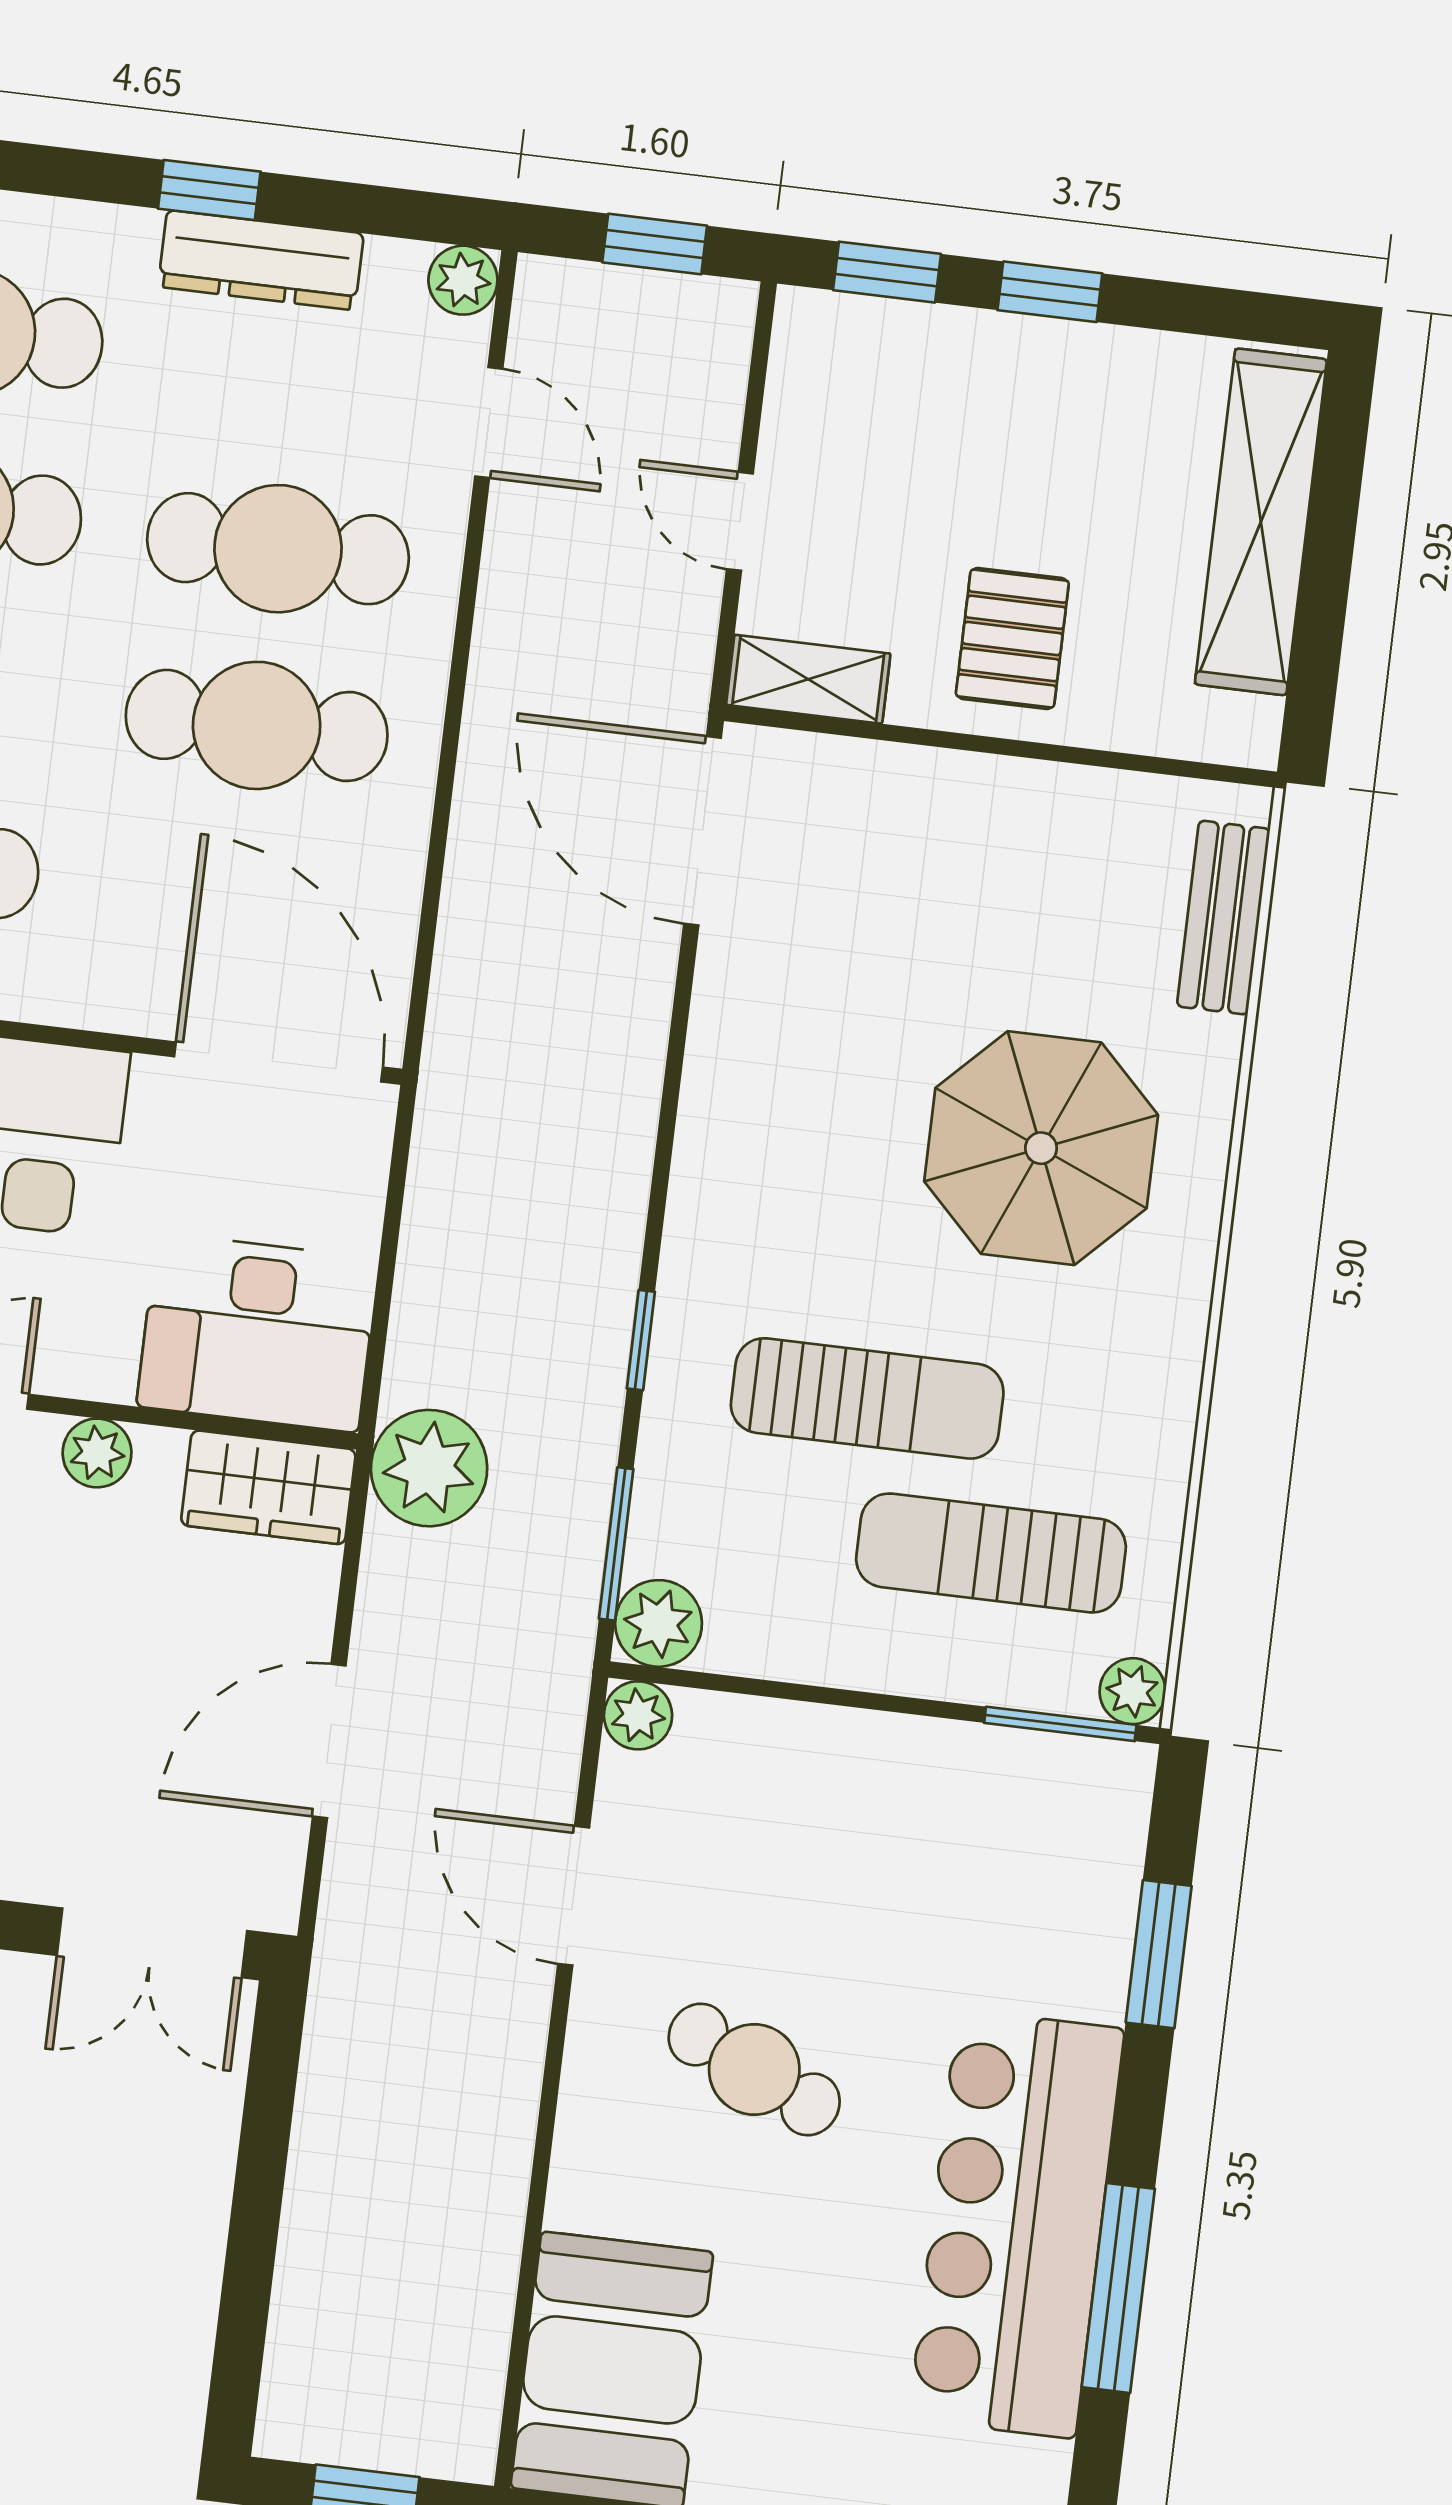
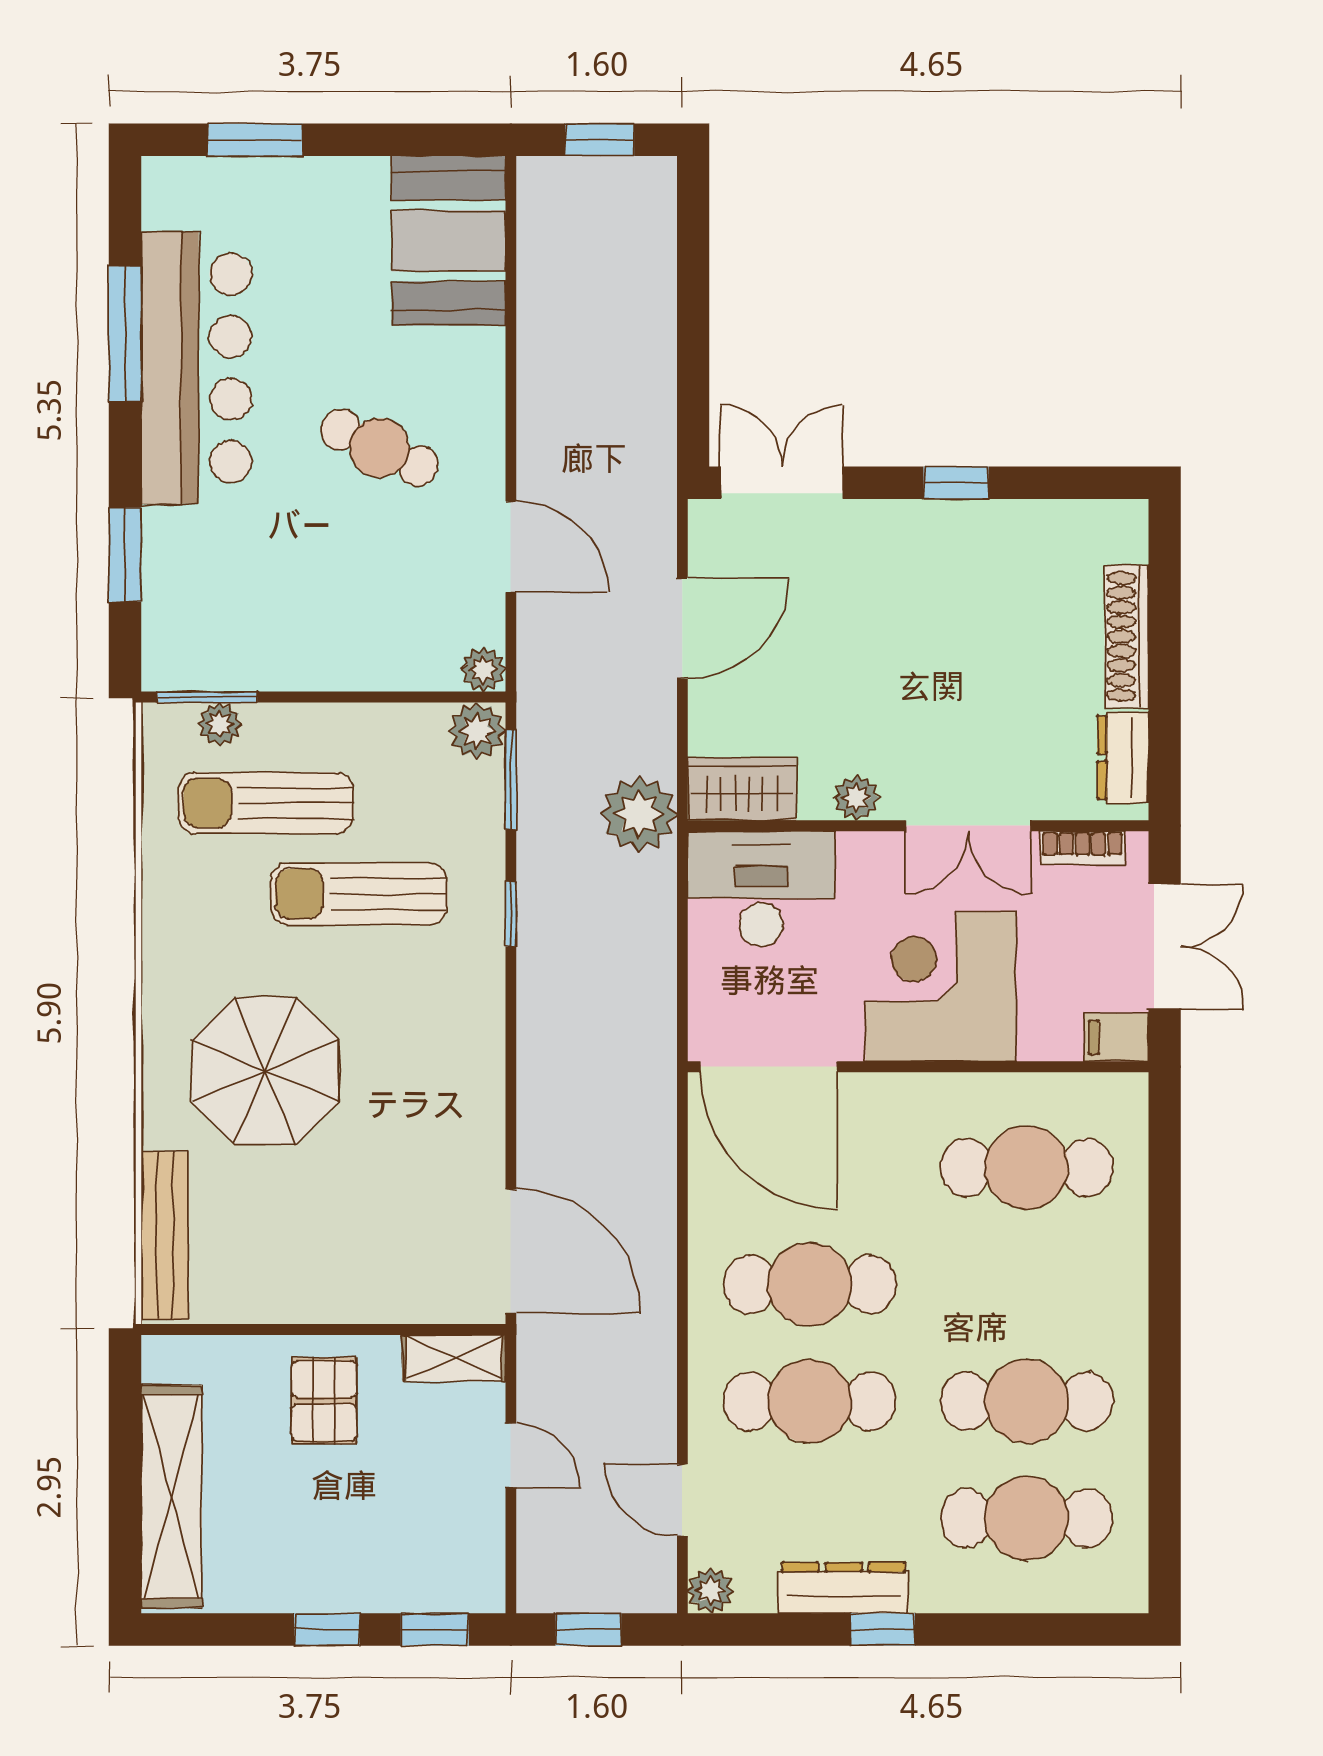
bench: (1223, 918) -> (165, 1235), width x1.36
sun lounger: (991, 1553) -> (266, 803), turned 180
plant: (1133, 1691) -> (220, 724), moved

